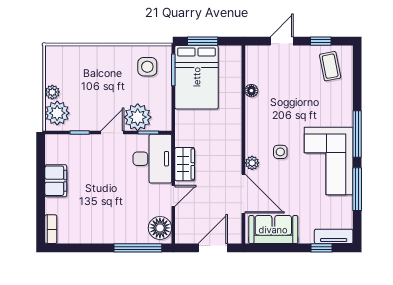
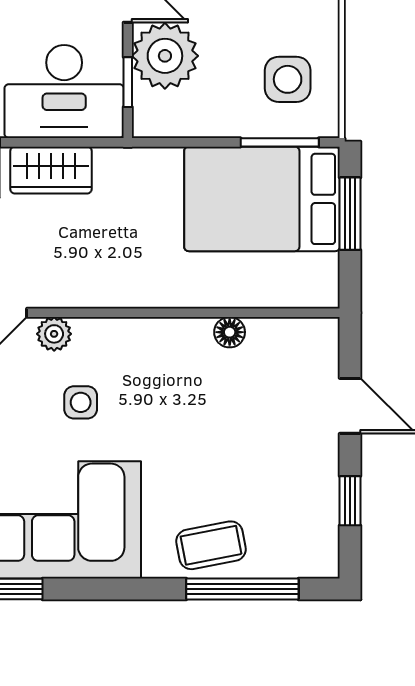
coffee table: (330, 66) -> (211, 545), moved
window: (357, 134) -> (242, 589), moved

